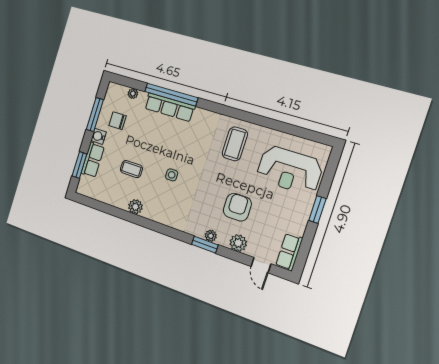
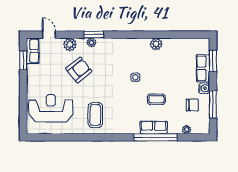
row of seats: (170, 107) -> (154, 128), width x0.68
coffee table: (131, 169) -> (156, 99), moved
armchair: (237, 207) -> (79, 70), turned -129
window: (317, 210) -> (23, 60), moved

